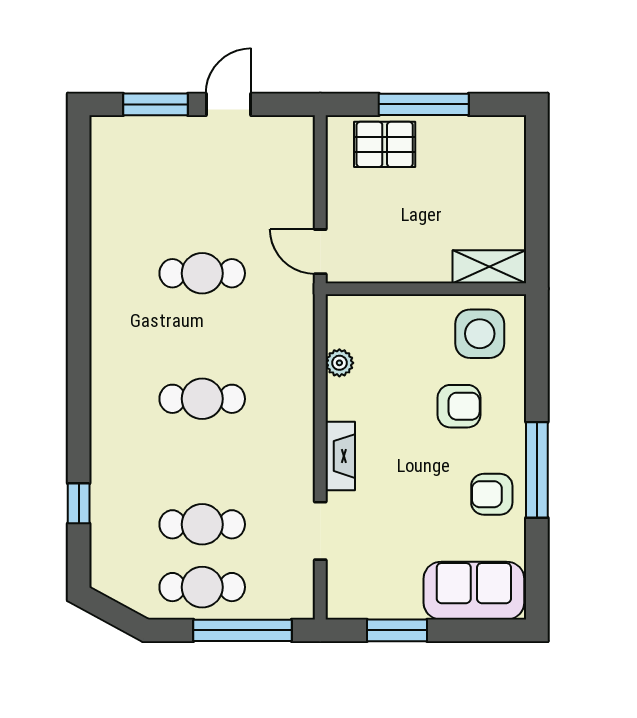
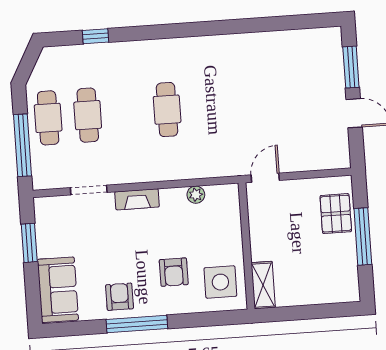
cafe table: (202, 273) -> (246, 104), removed

